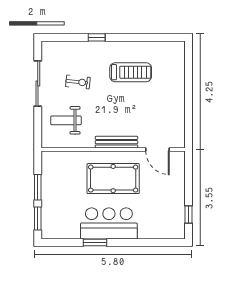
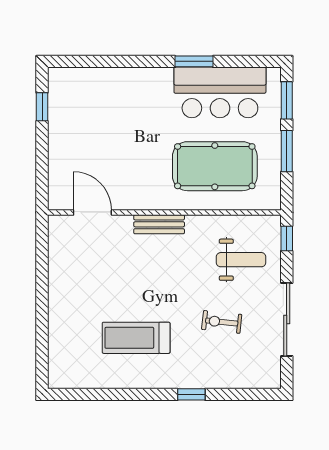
window: (38, 133) -> (287, 238), added
bench: (116, 142) -> (159, 224), width x0.73
pool table: (113, 179) -> (215, 166), moved
bar counter: (109, 223) -> (220, 92), moved

